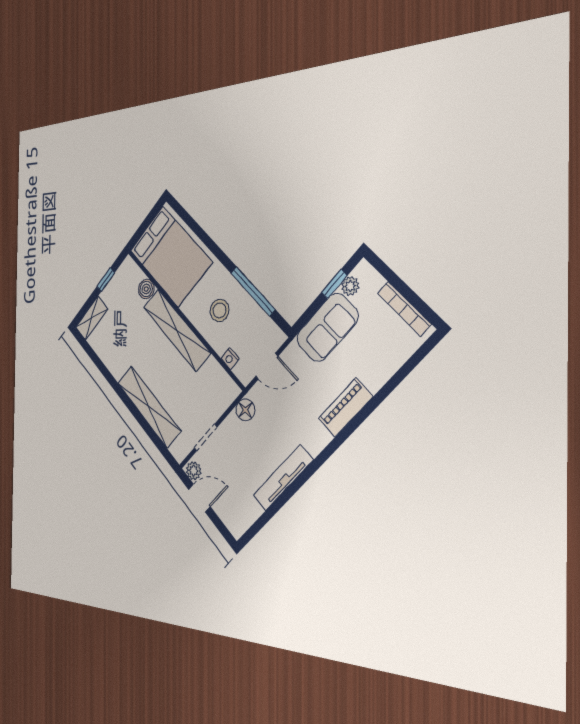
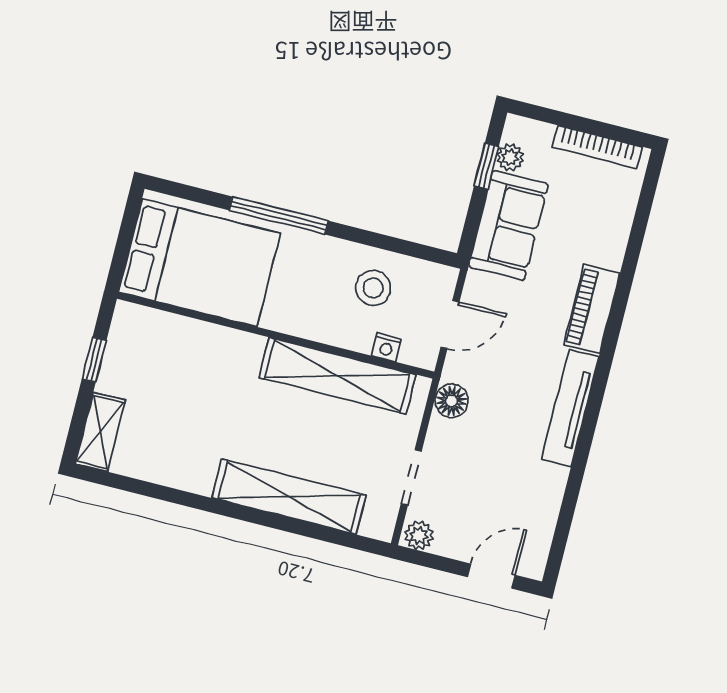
boiler: (146, 289) -> (182, 332), removed
window: (253, 291) -> (279, 215), moved
stool: (220, 310) -> (373, 288), moved
shelving: (177, 330) -> (338, 376), moved
tv unit: (283, 478) -> (570, 408), moved
door: (199, 498) -> (491, 576), moved

